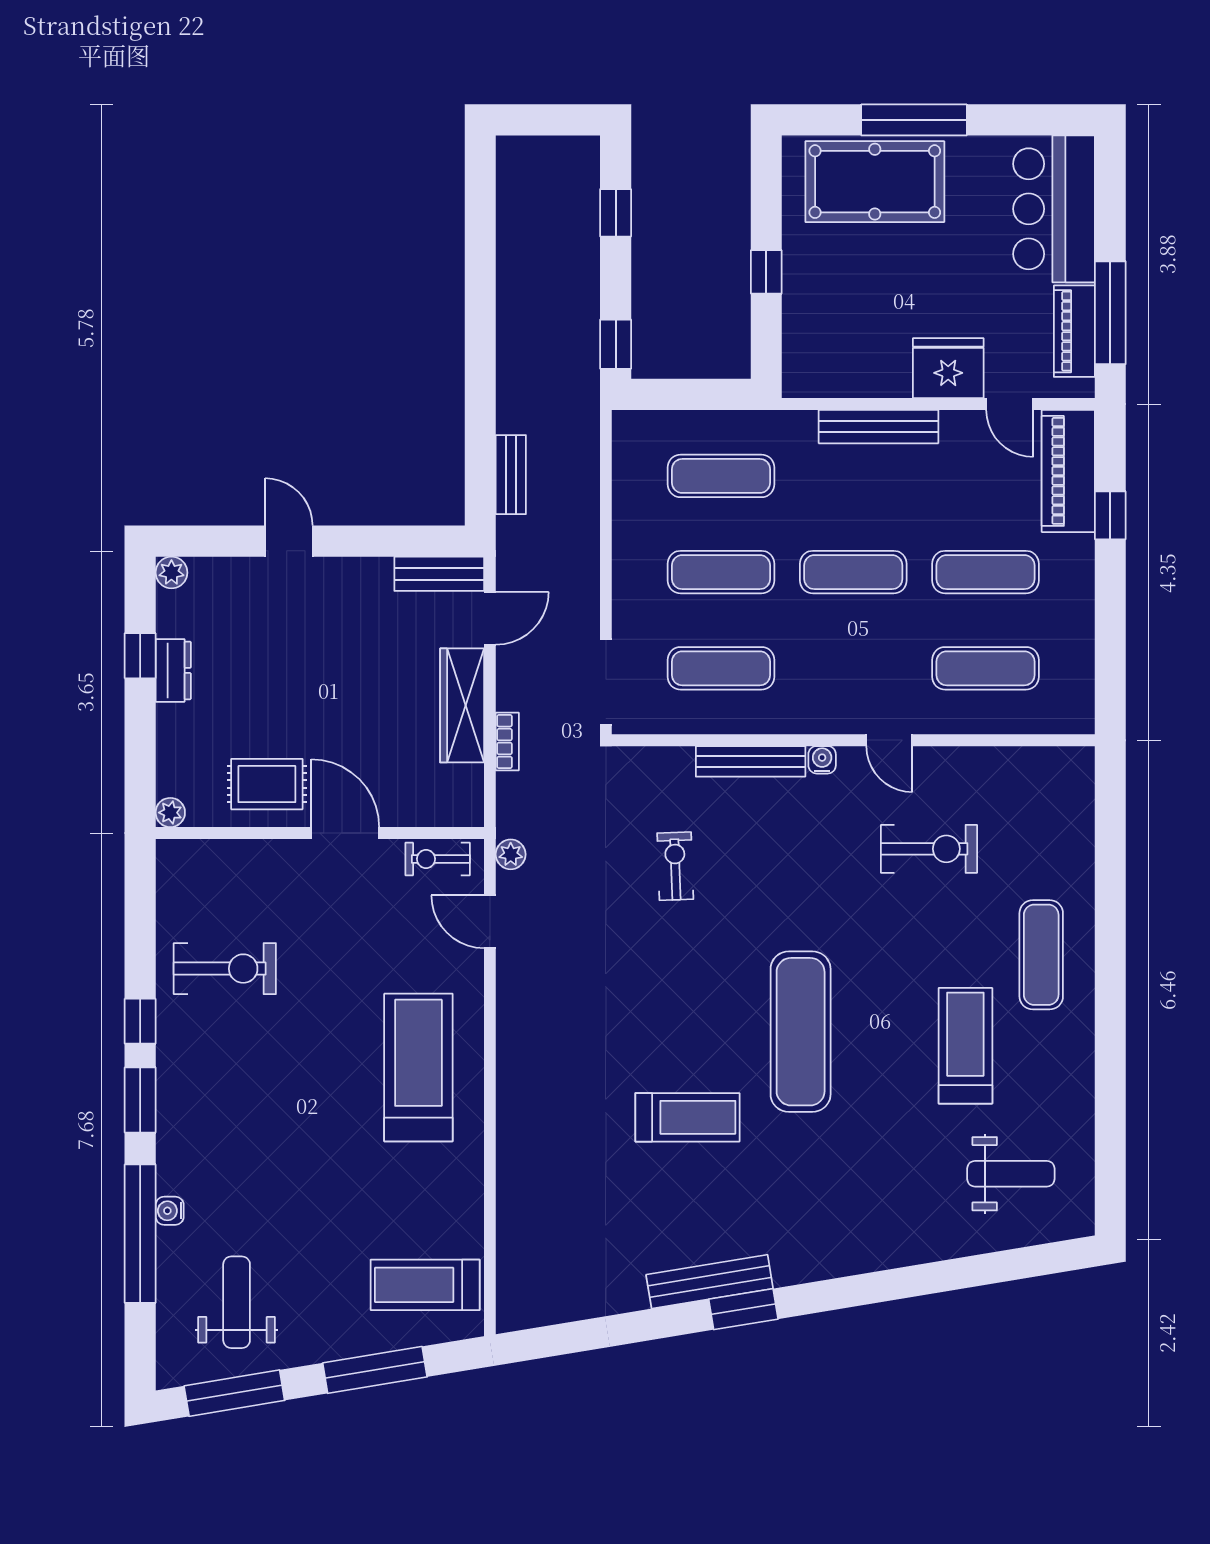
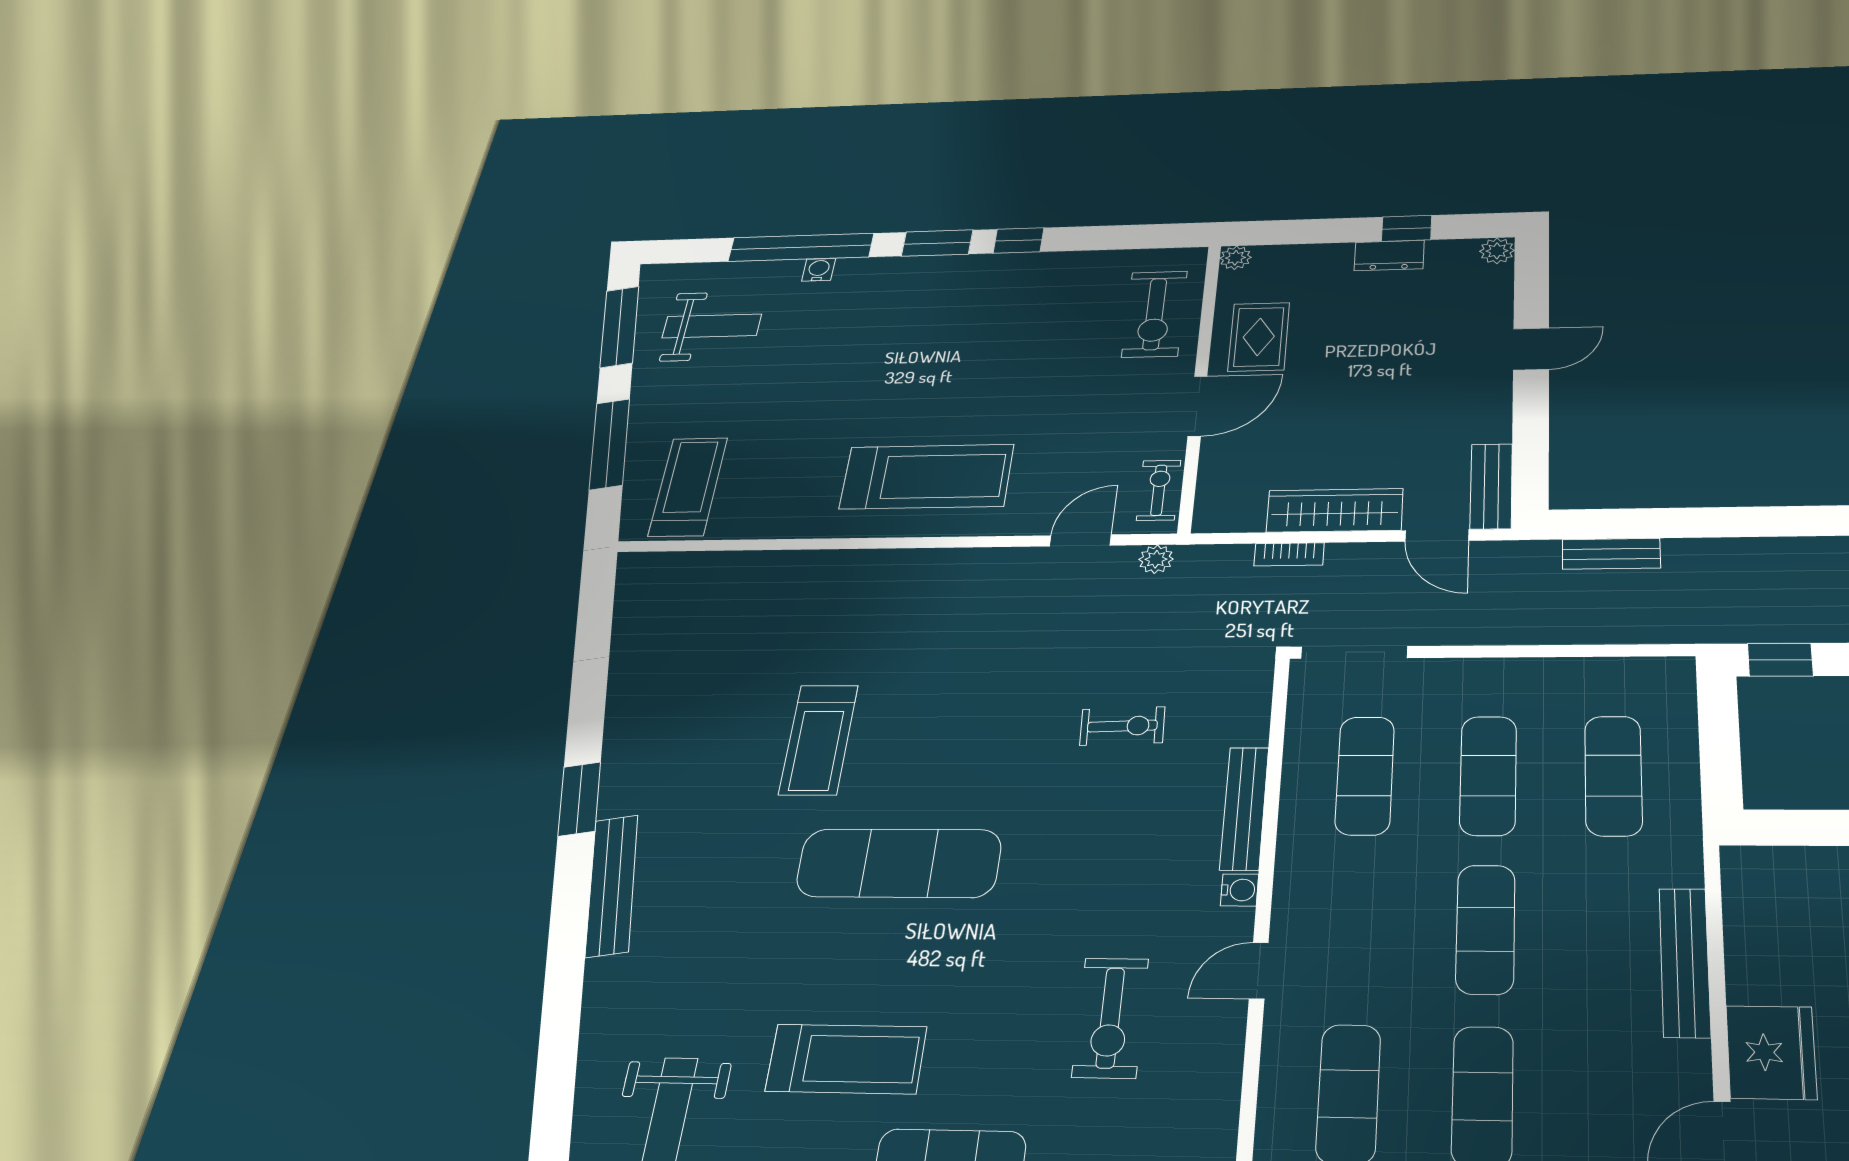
exercise bike: (225, 969) -> (1155, 314), moved
bench: (710, 1282) -> (612, 885), moved

